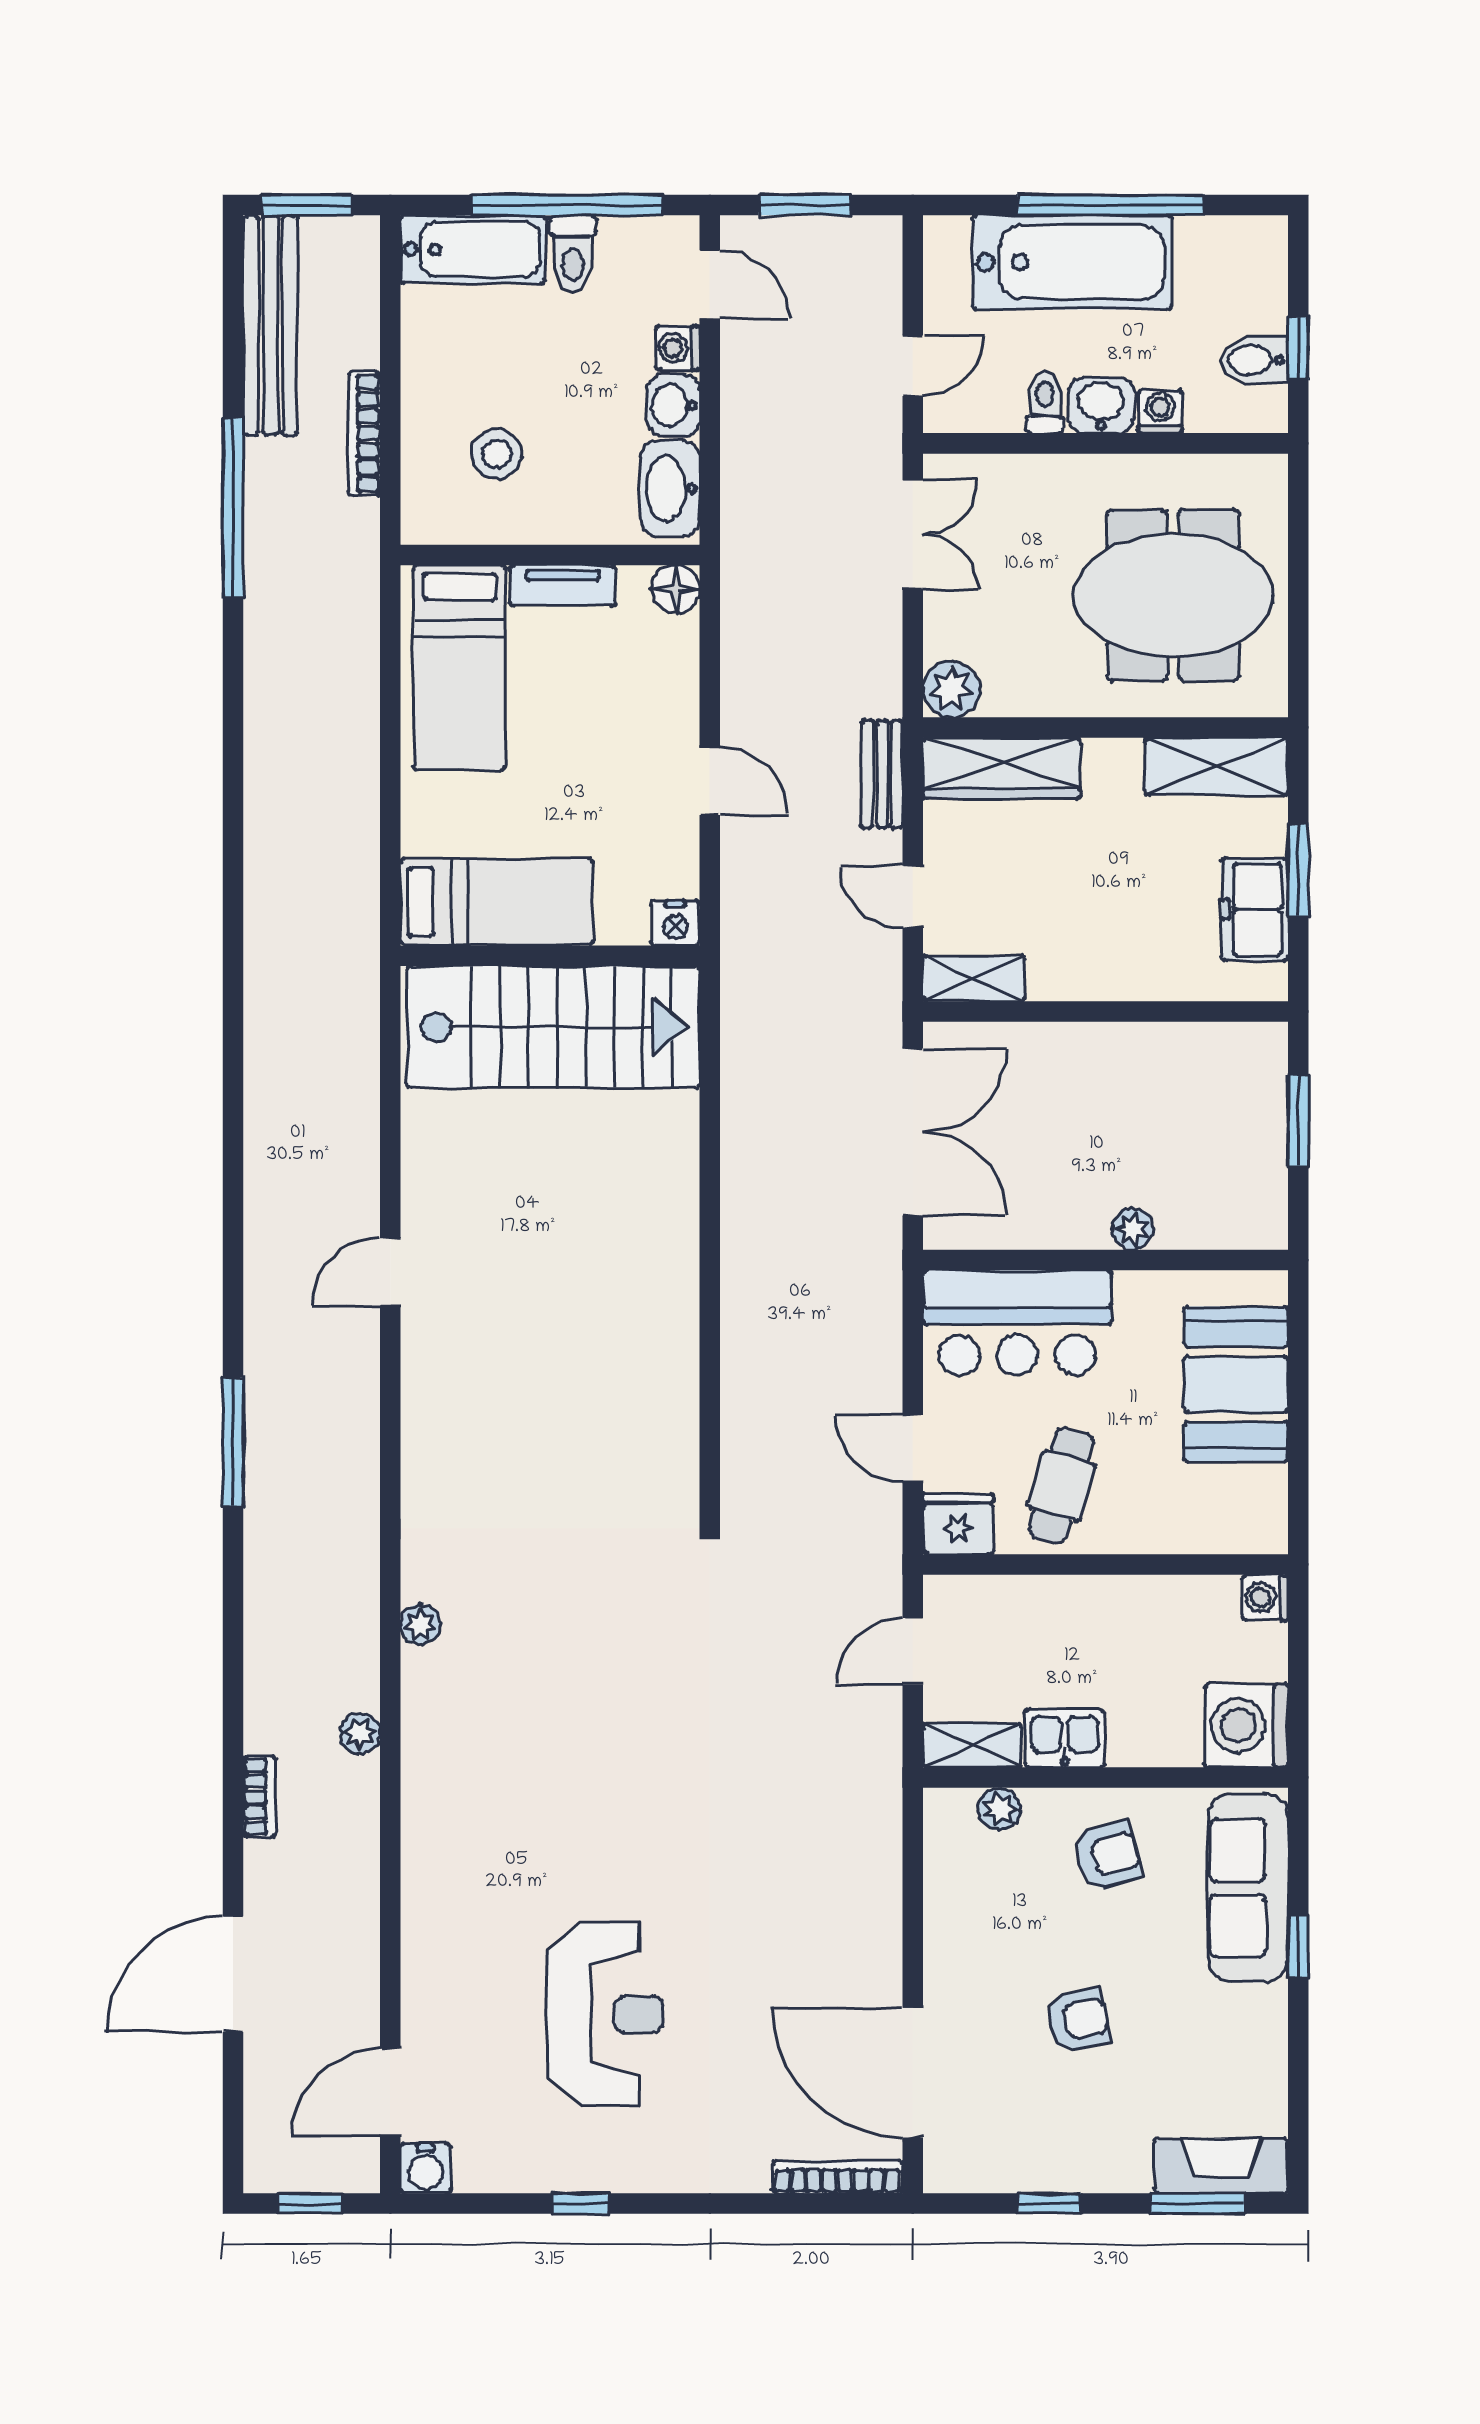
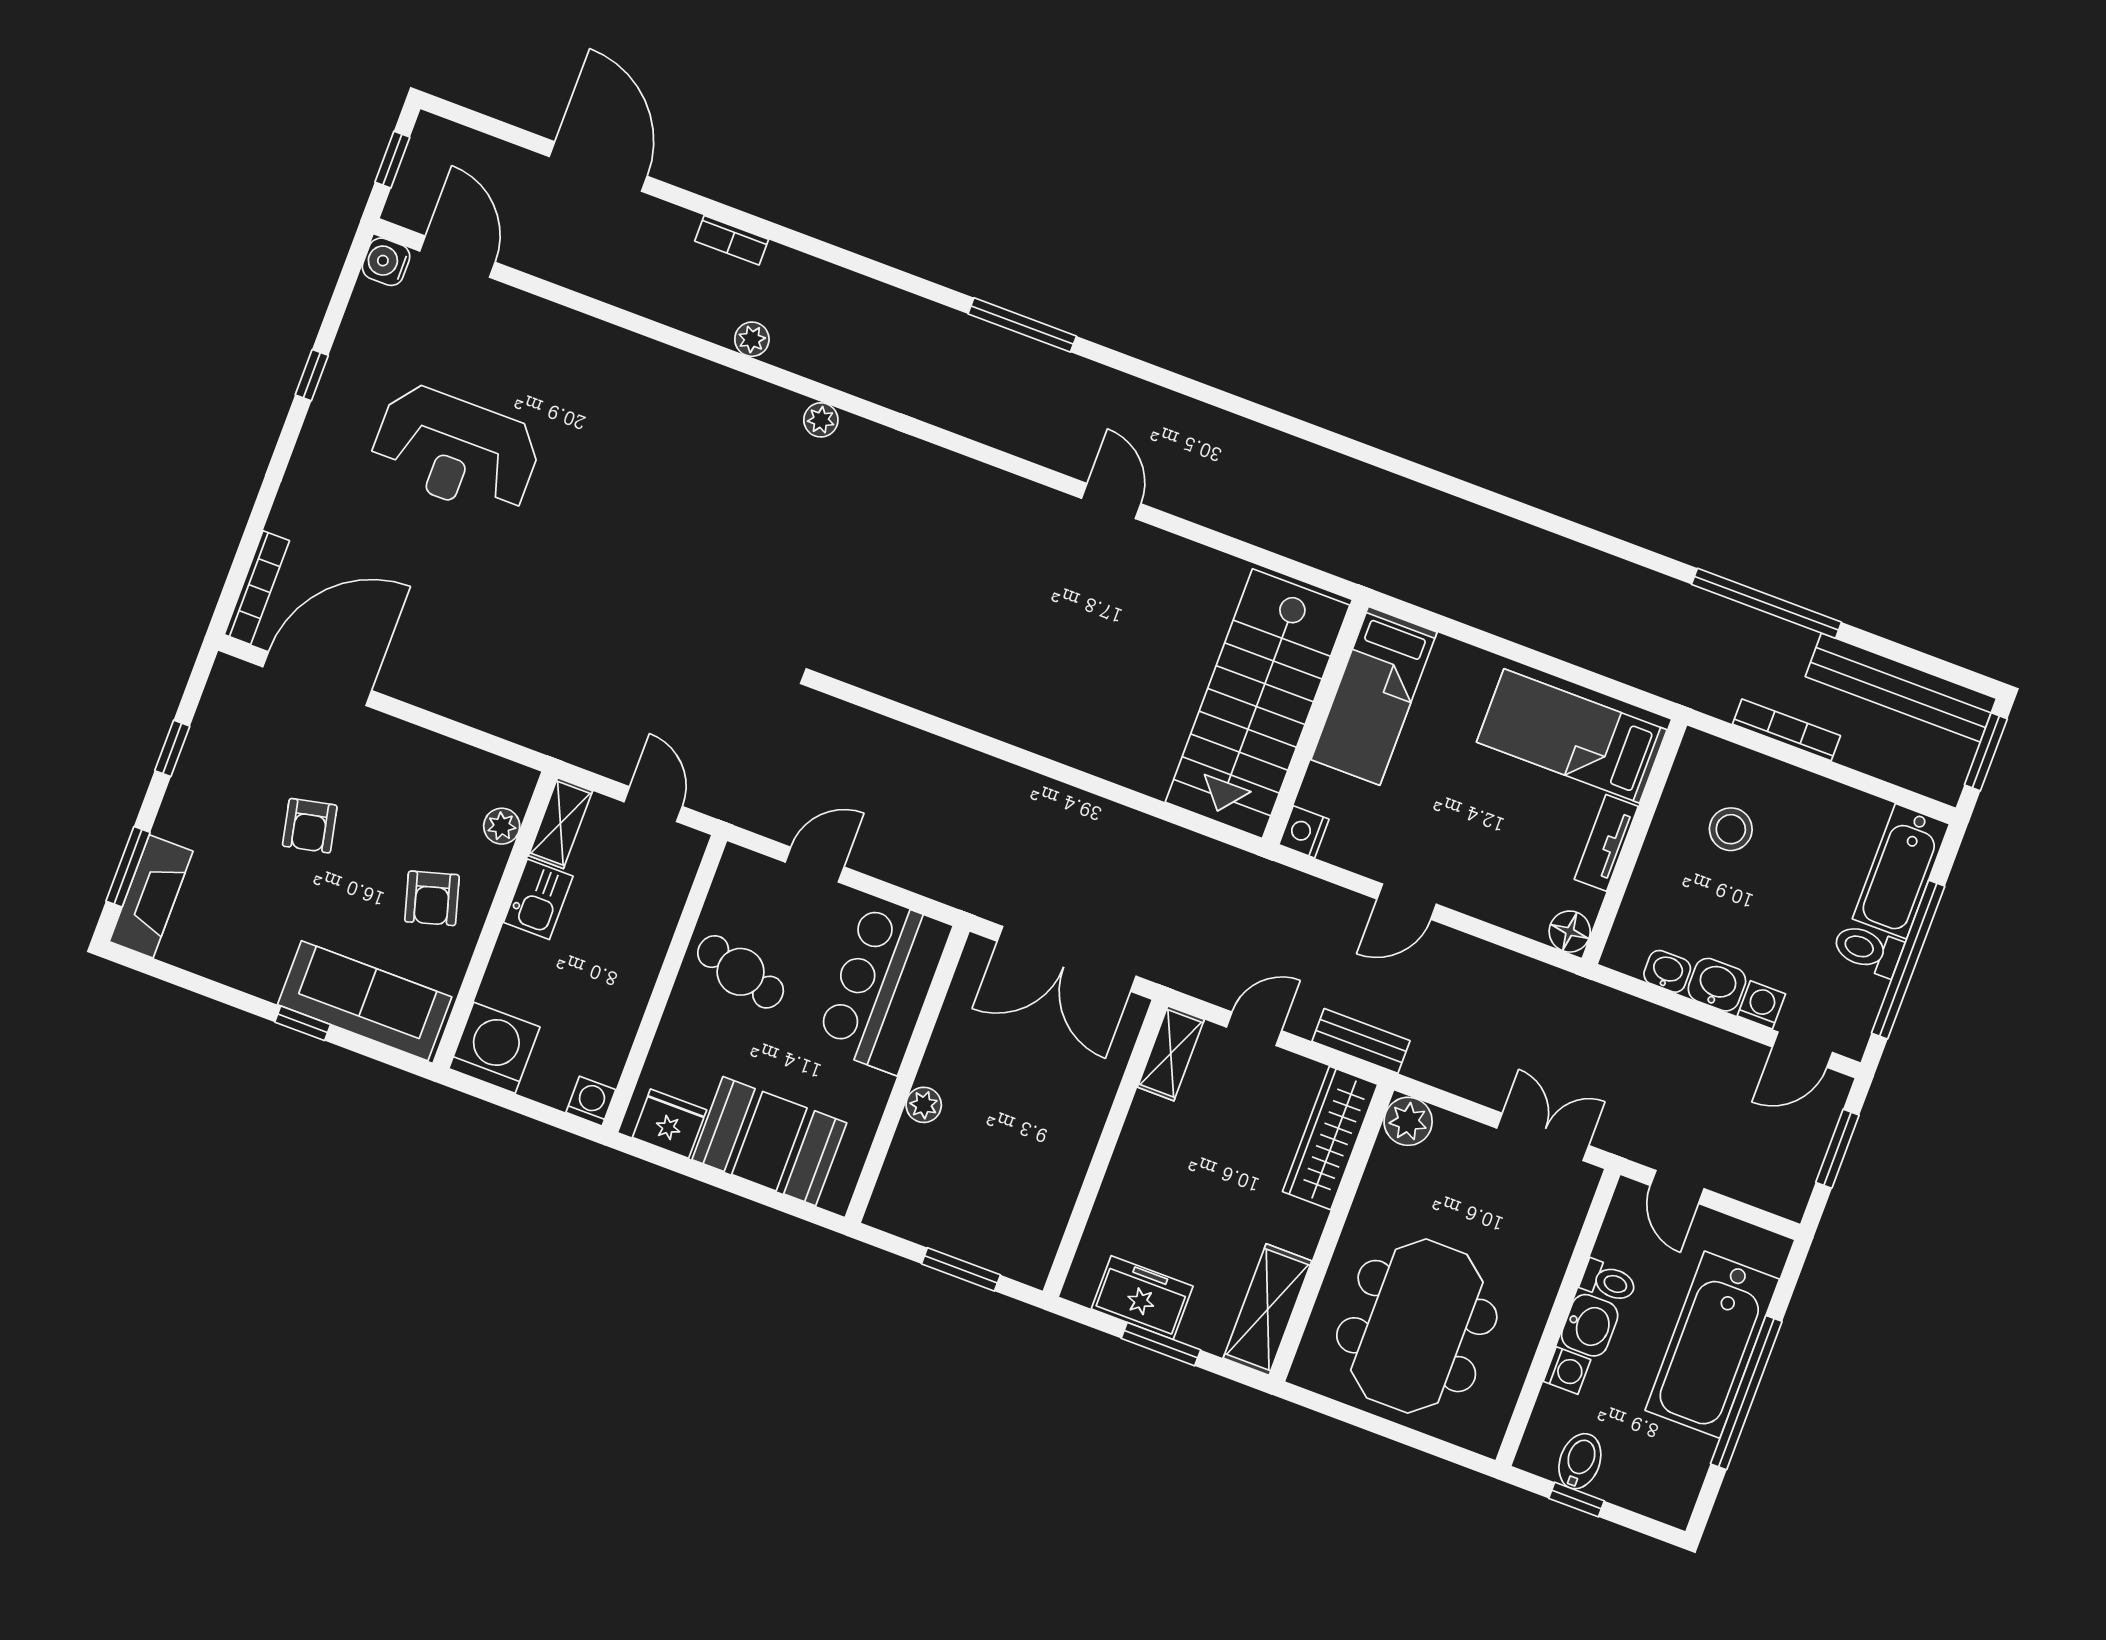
washbasin: (670, 489) -> (1667, 971), width x0.52, depth x0.69
double door: (913, 534) -> (1543, 1137), swing flipped
fridge: (958, 1524) -> (670, 1124), moved, turned -90

